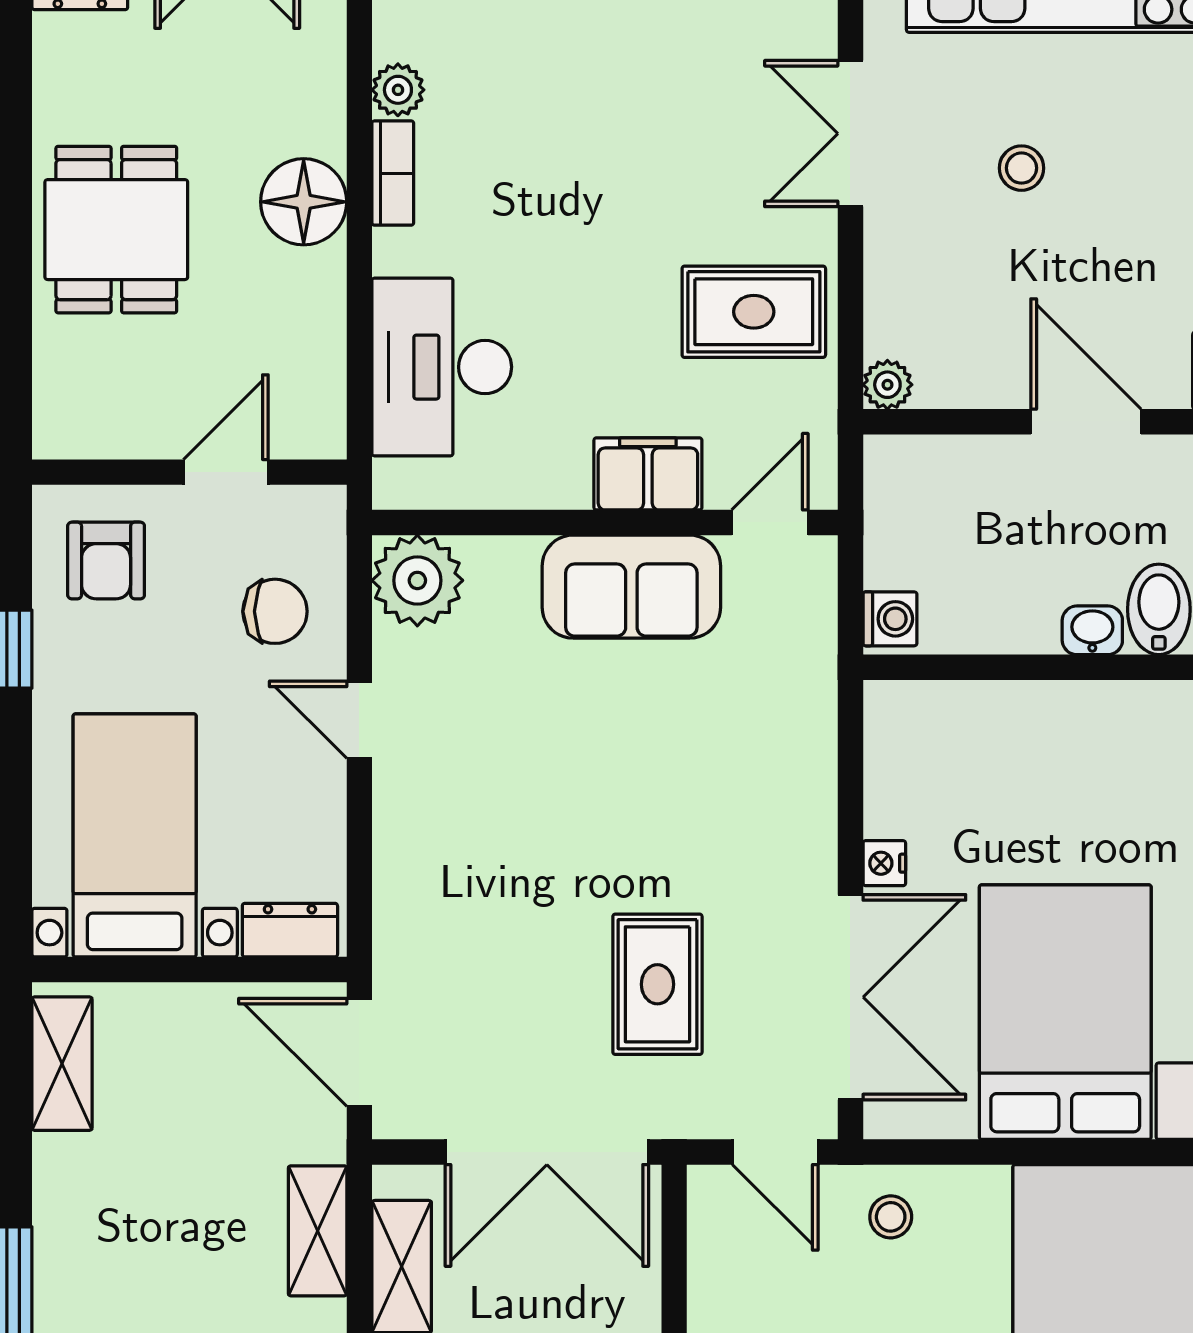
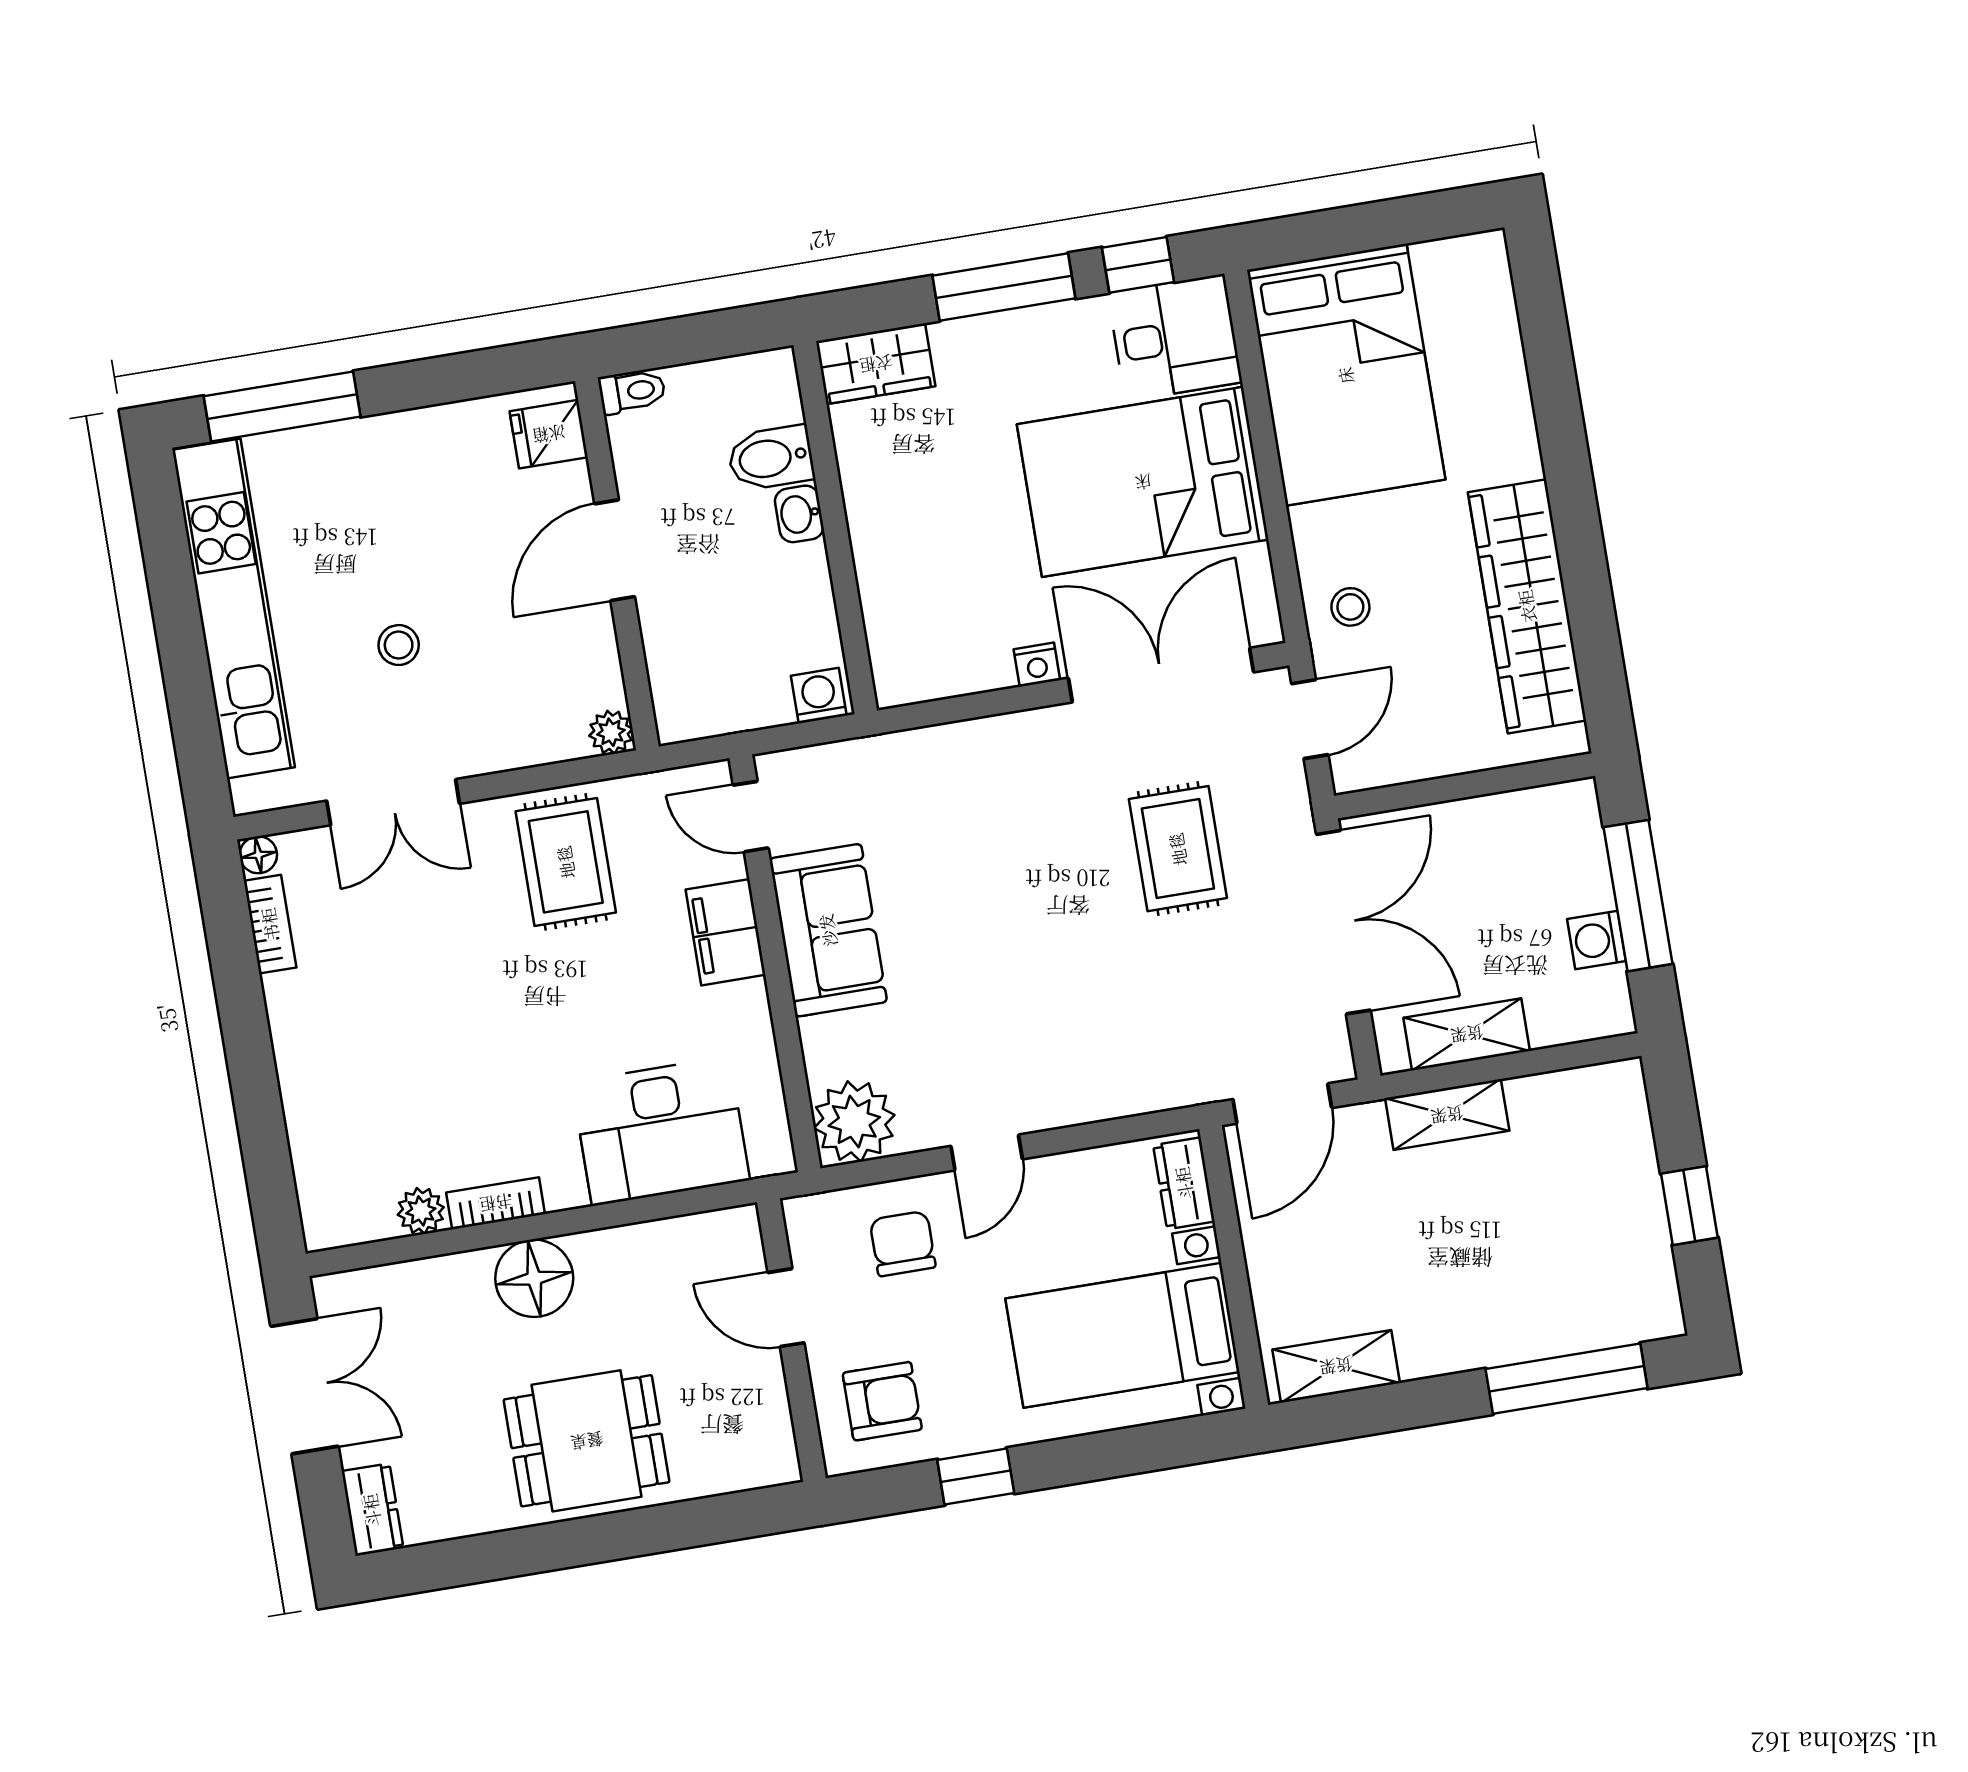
rug: (657, 984) -> (1178, 849), turned 90

